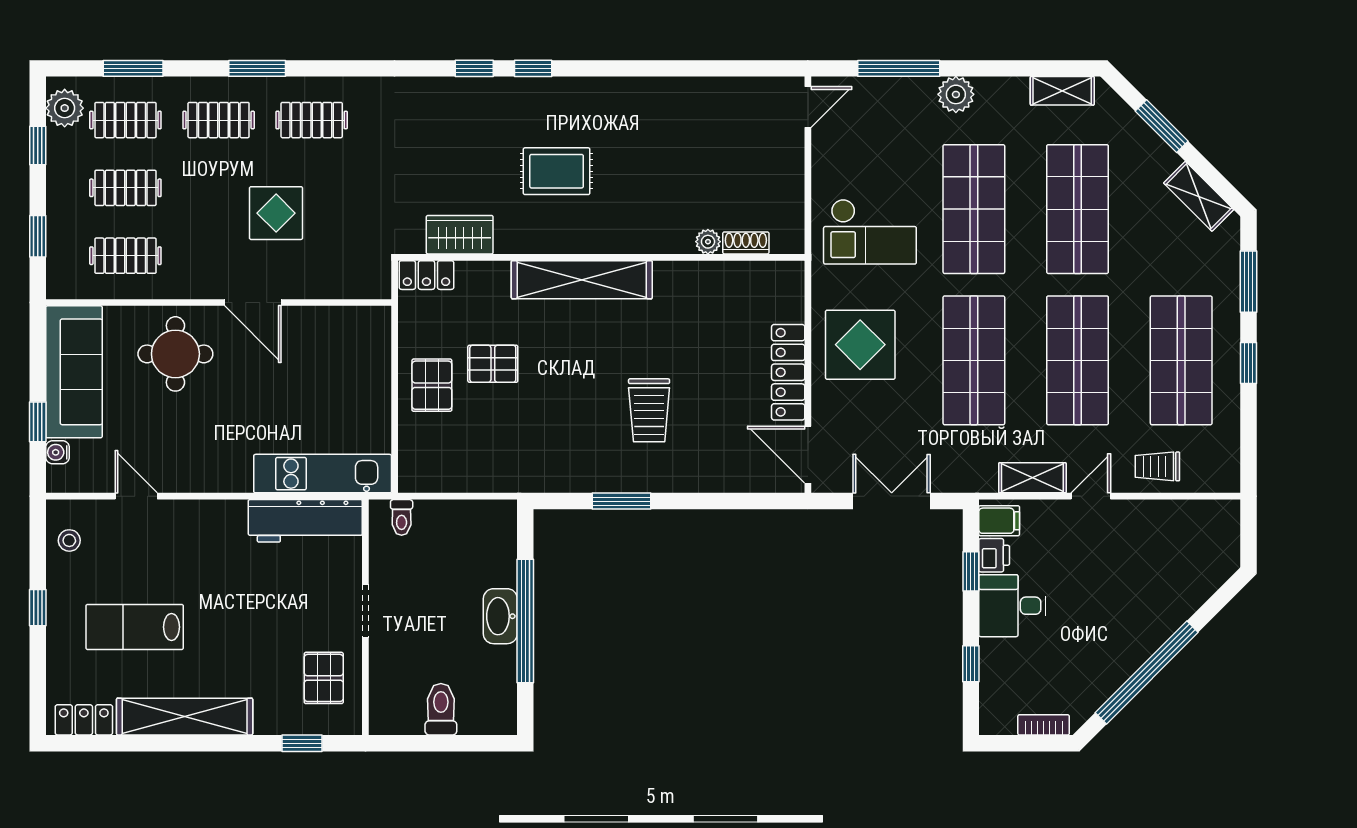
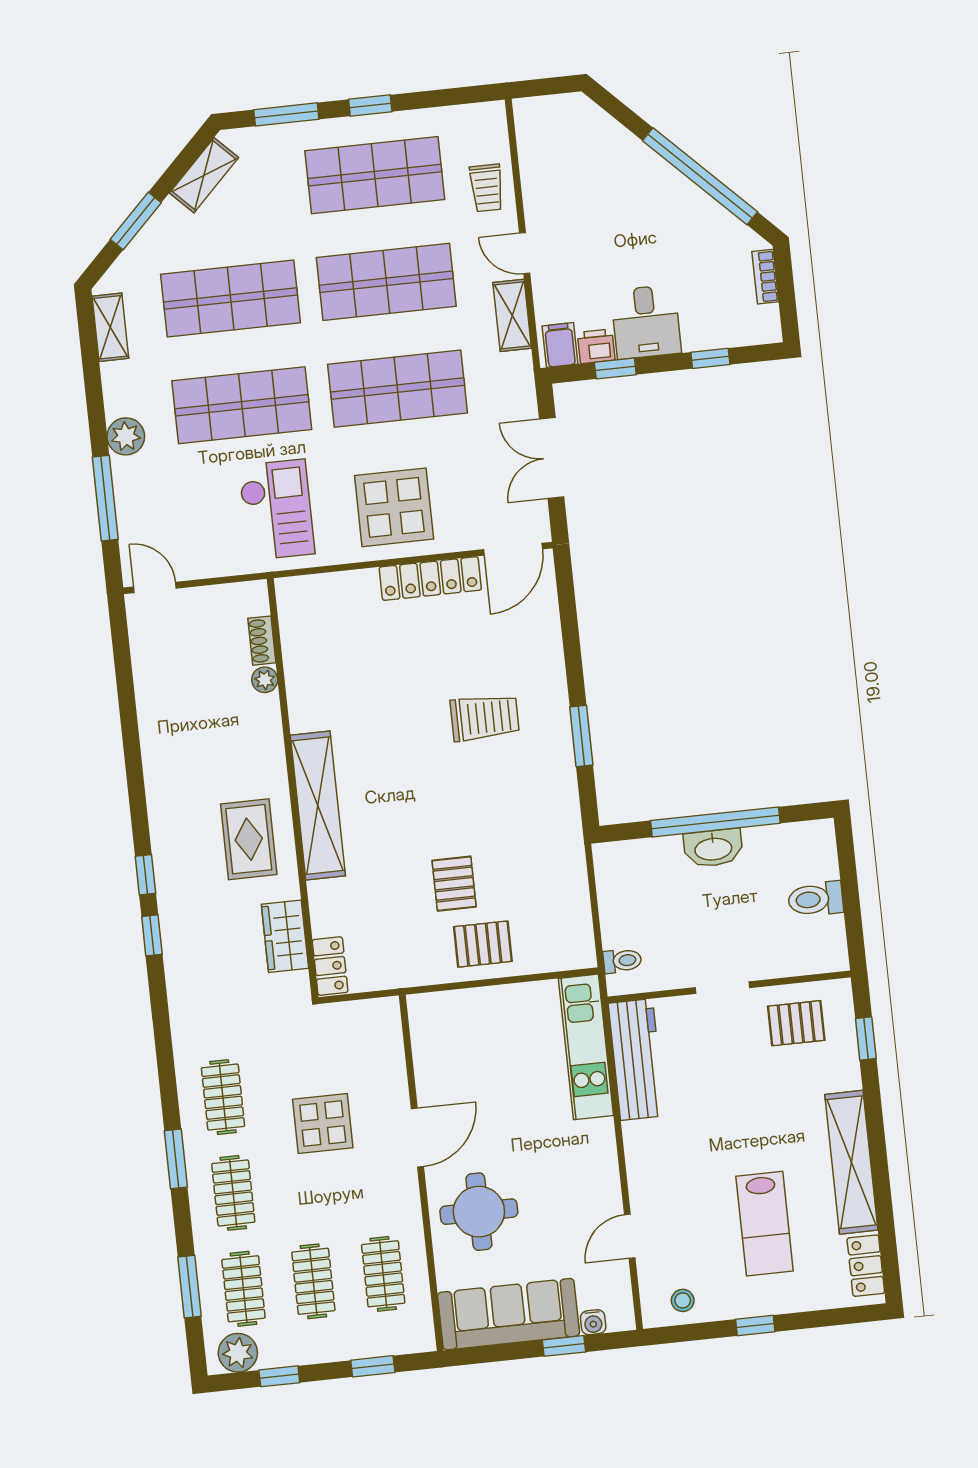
wardrobe: (460, 235) -> (285, 936), moved
plant: (708, 242) -> (265, 680), moved
shoe rack: (746, 243) -> (262, 641), moved
wall: (601, 257) -> (293, 788), moved
locker: (426, 275) -> (330, 966), moved
shelving: (582, 280) -> (318, 806), moved

